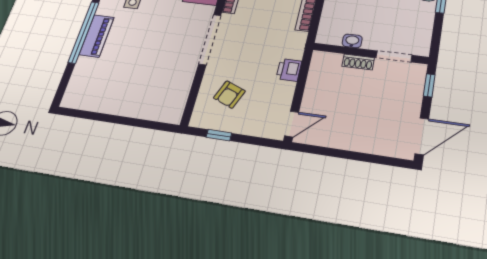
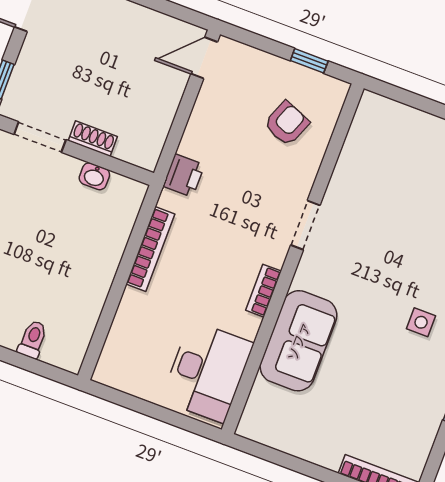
doorway: (210, 40) -> (305, 225), width x0.53
printer: (289, 70) -> (184, 176), moved

